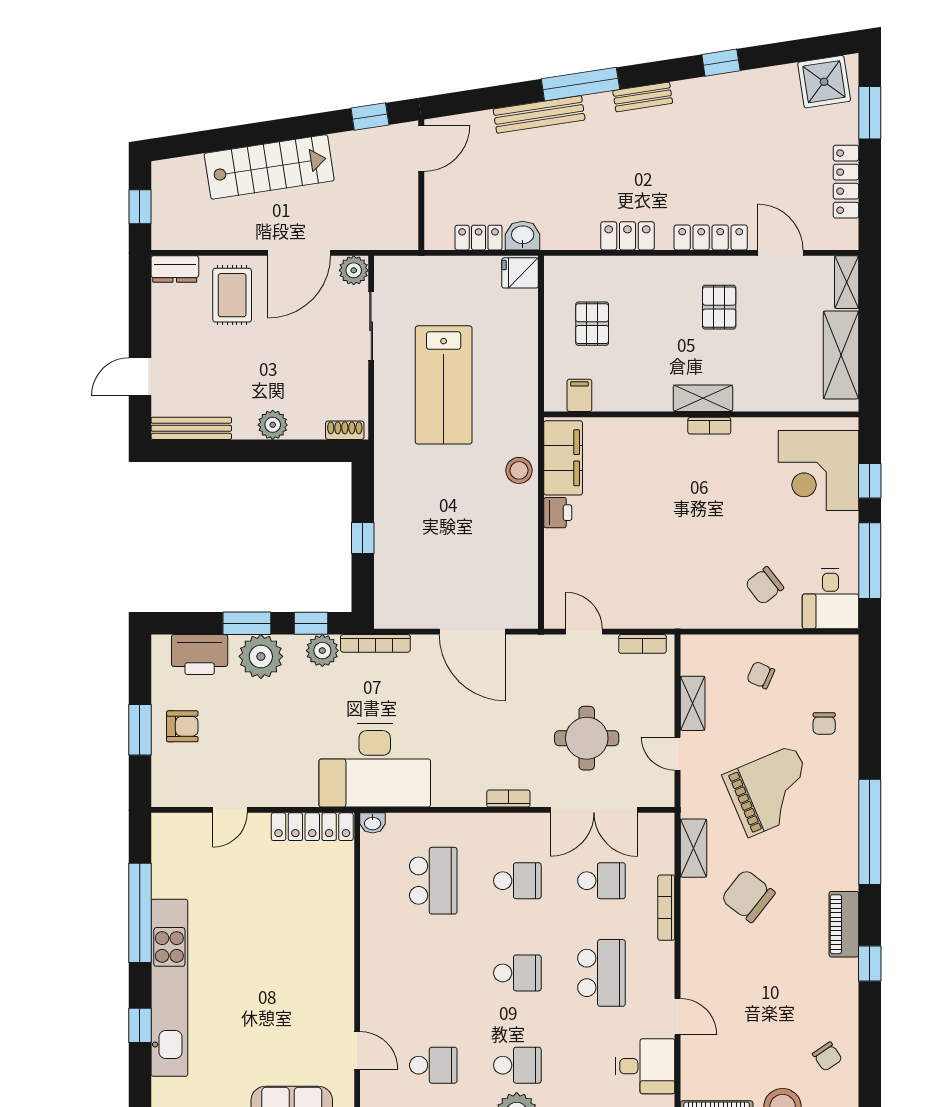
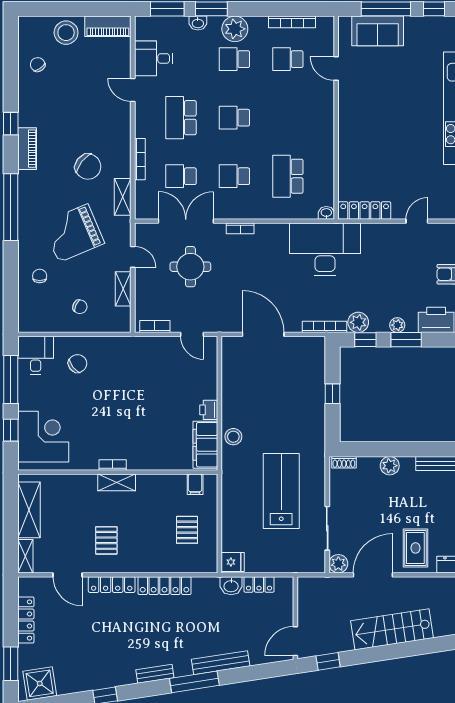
locker: (627, 236) -> (165, 586), width x1.53
plant: (261, 656) -> (397, 325), width x0.53, depth x0.53

